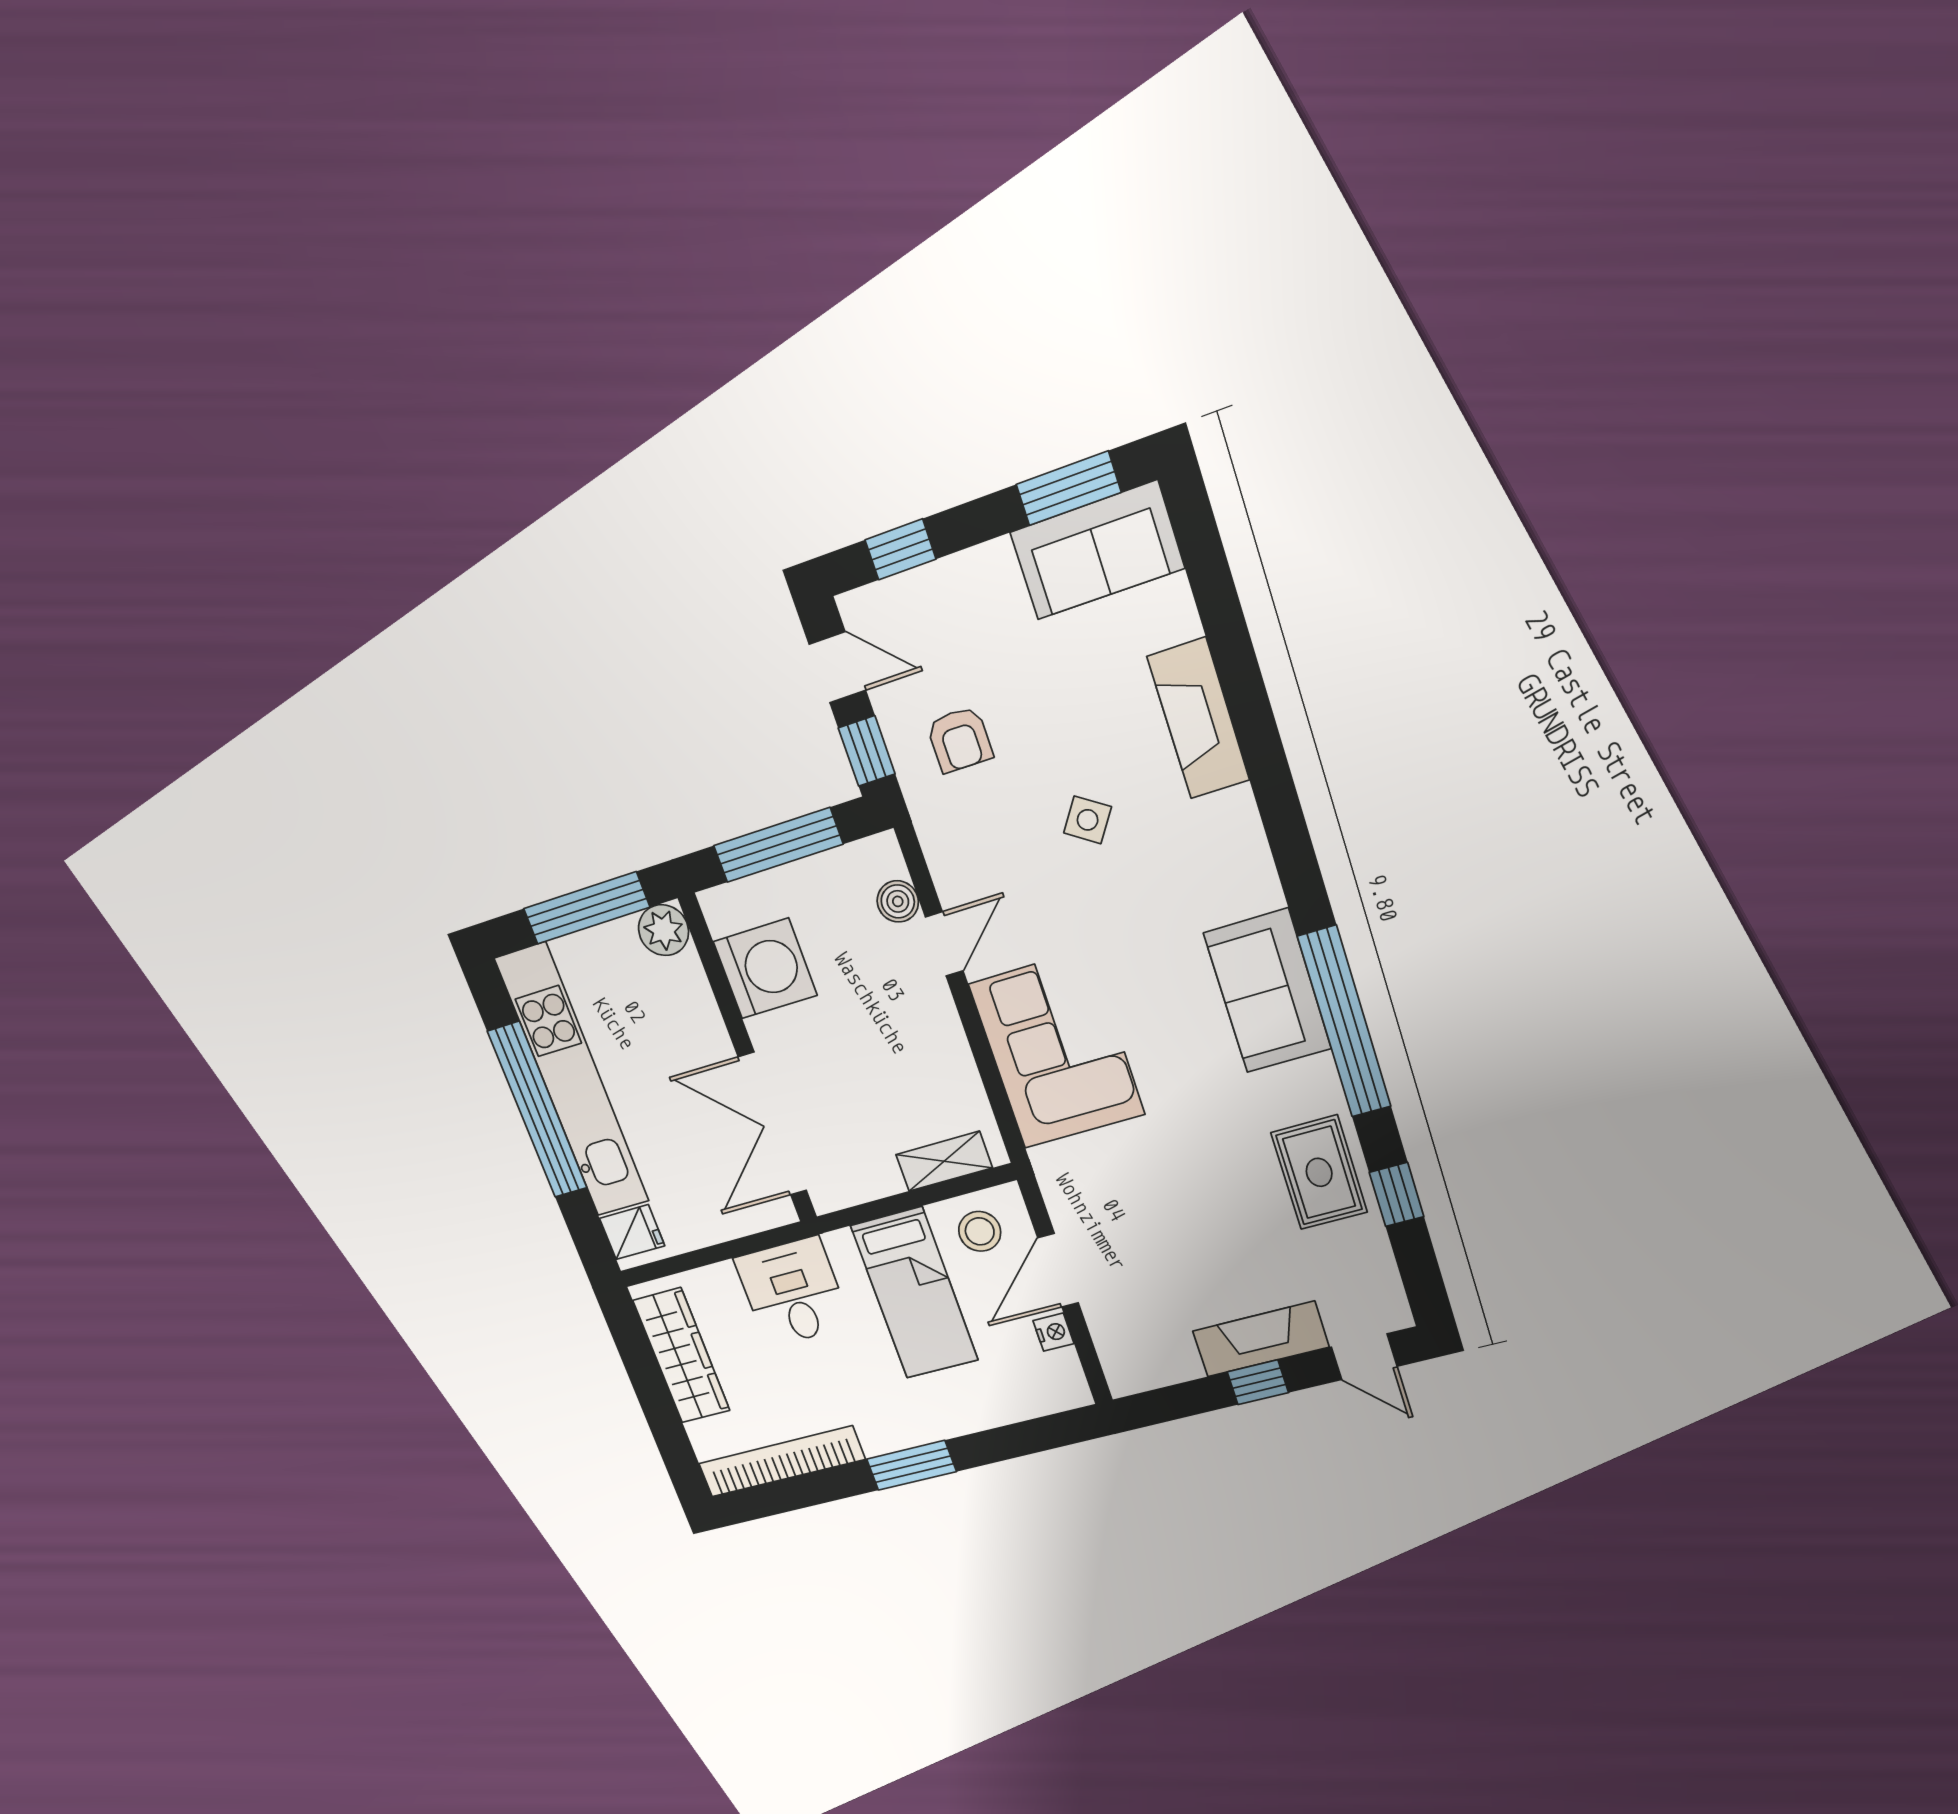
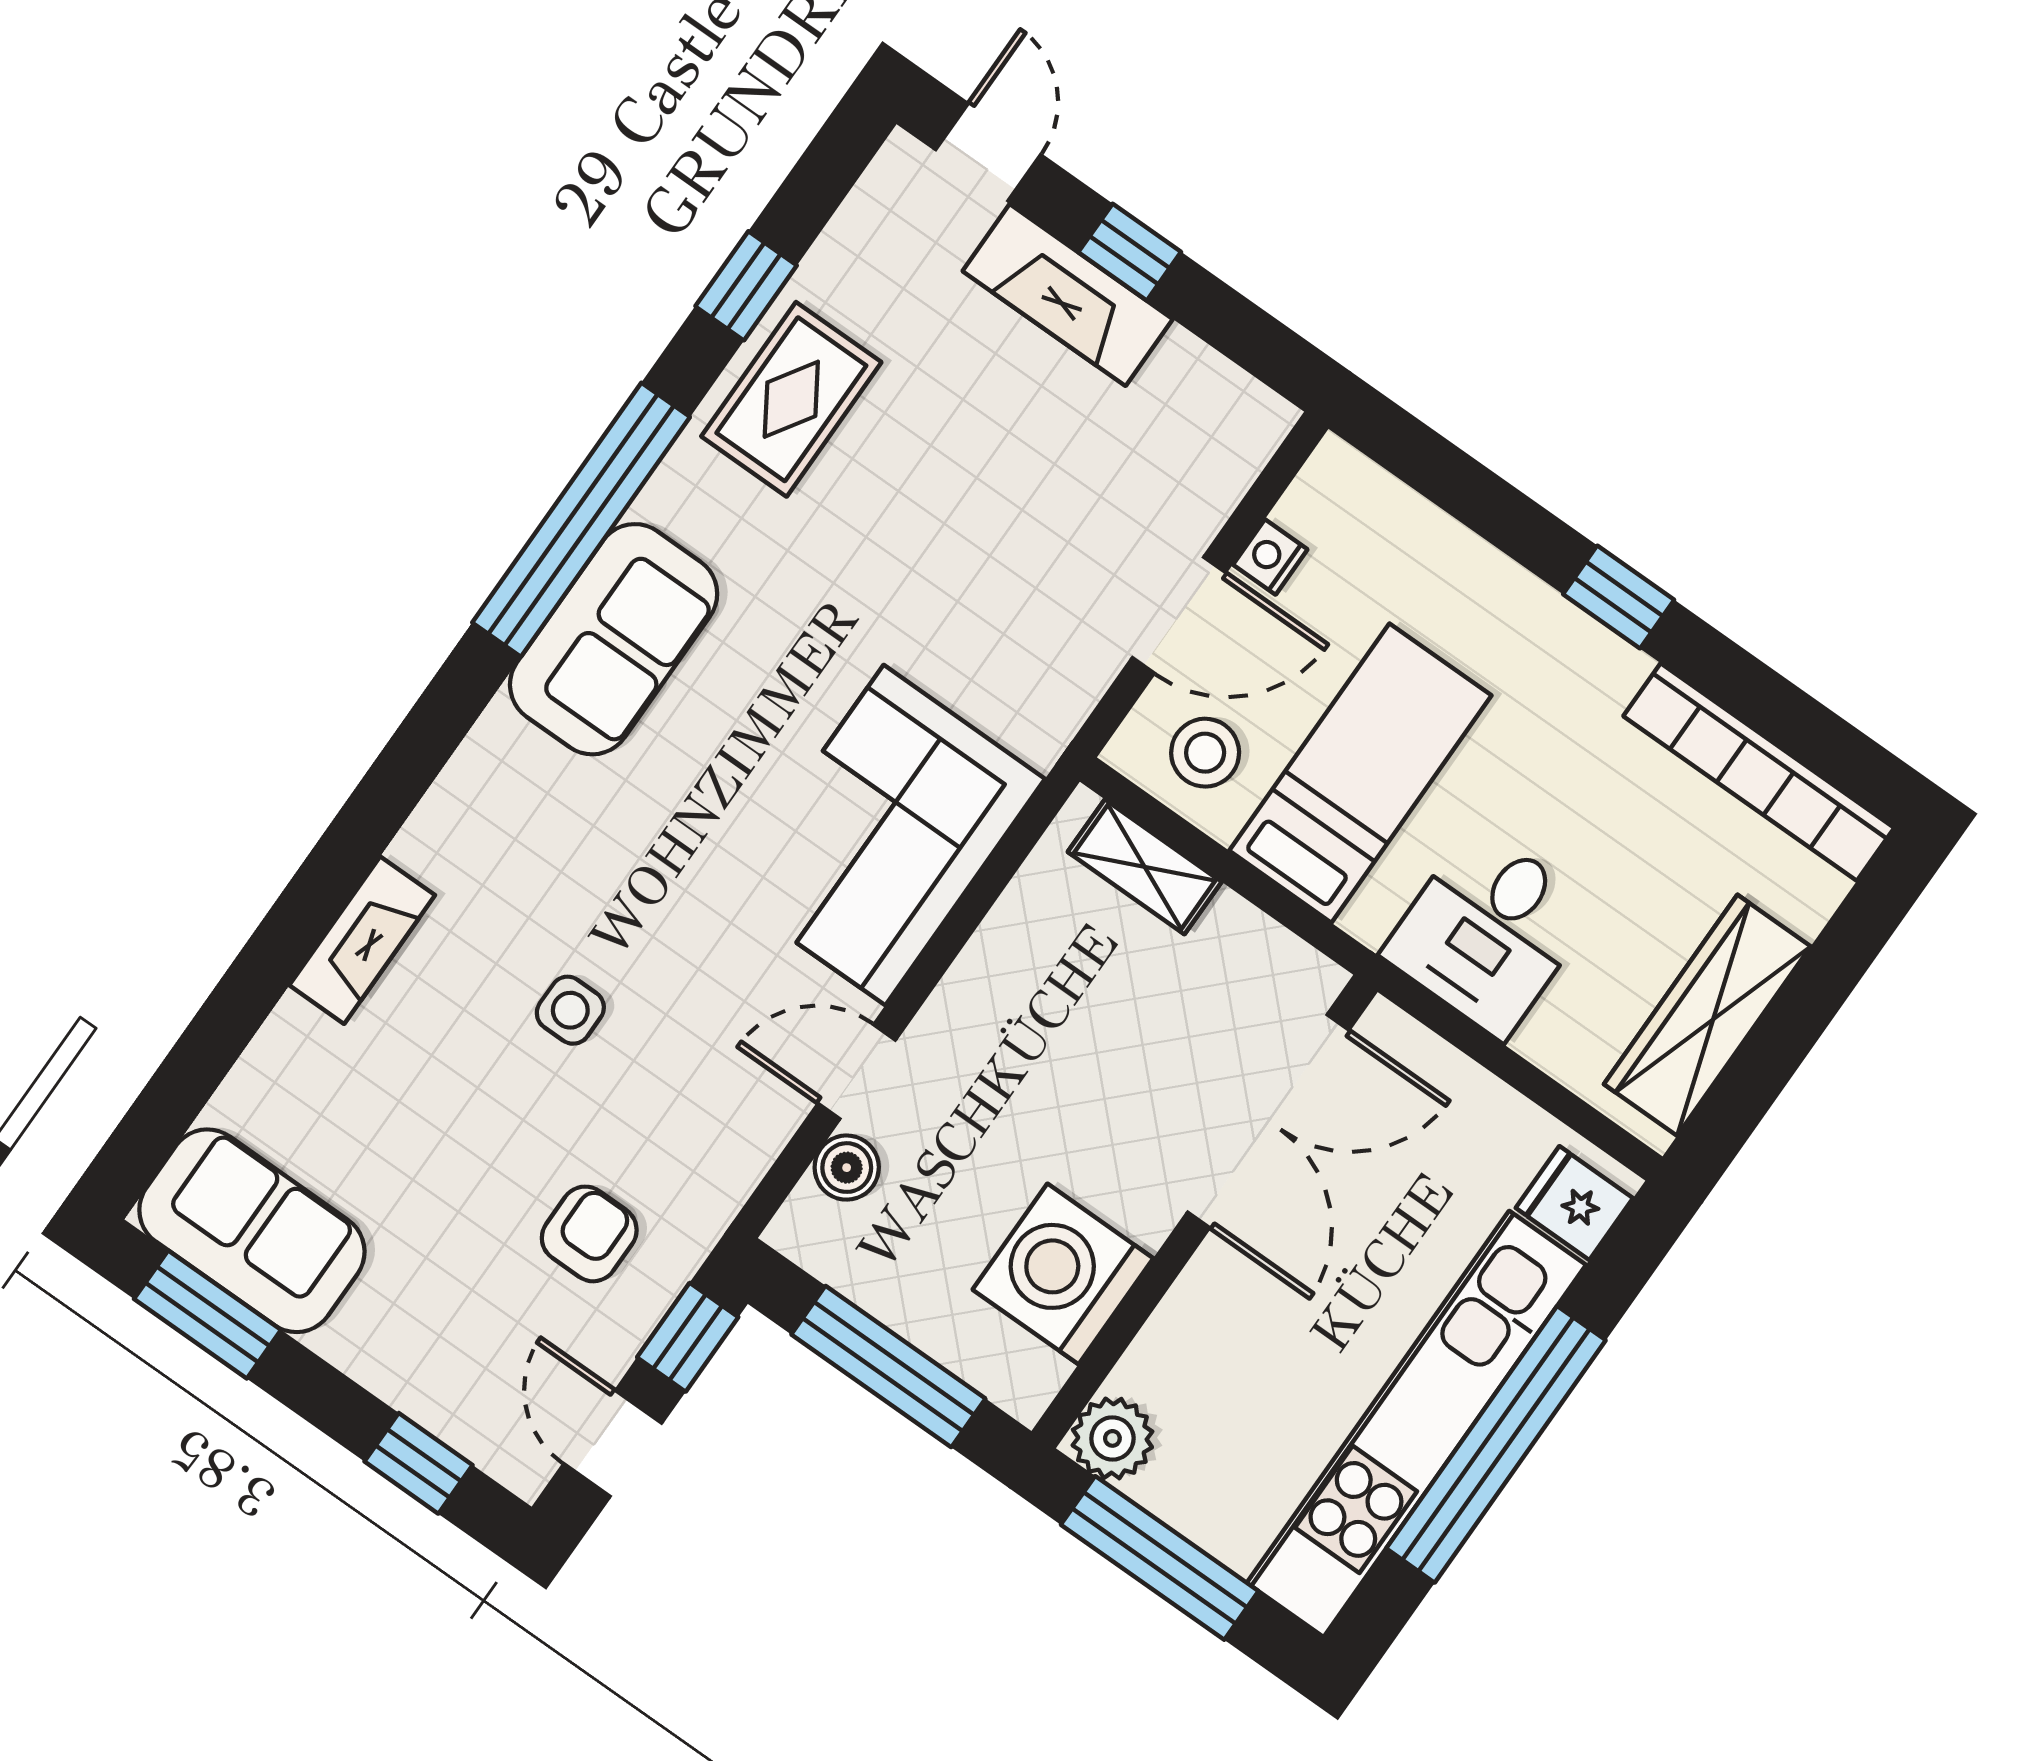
fireplace: (1198, 718) -> (362, 940), width x0.73, depth x0.76
side table: (1088, 820) -> (570, 1010), turned -34
window: (911, 1465) -> (1619, 597), width x0.67

